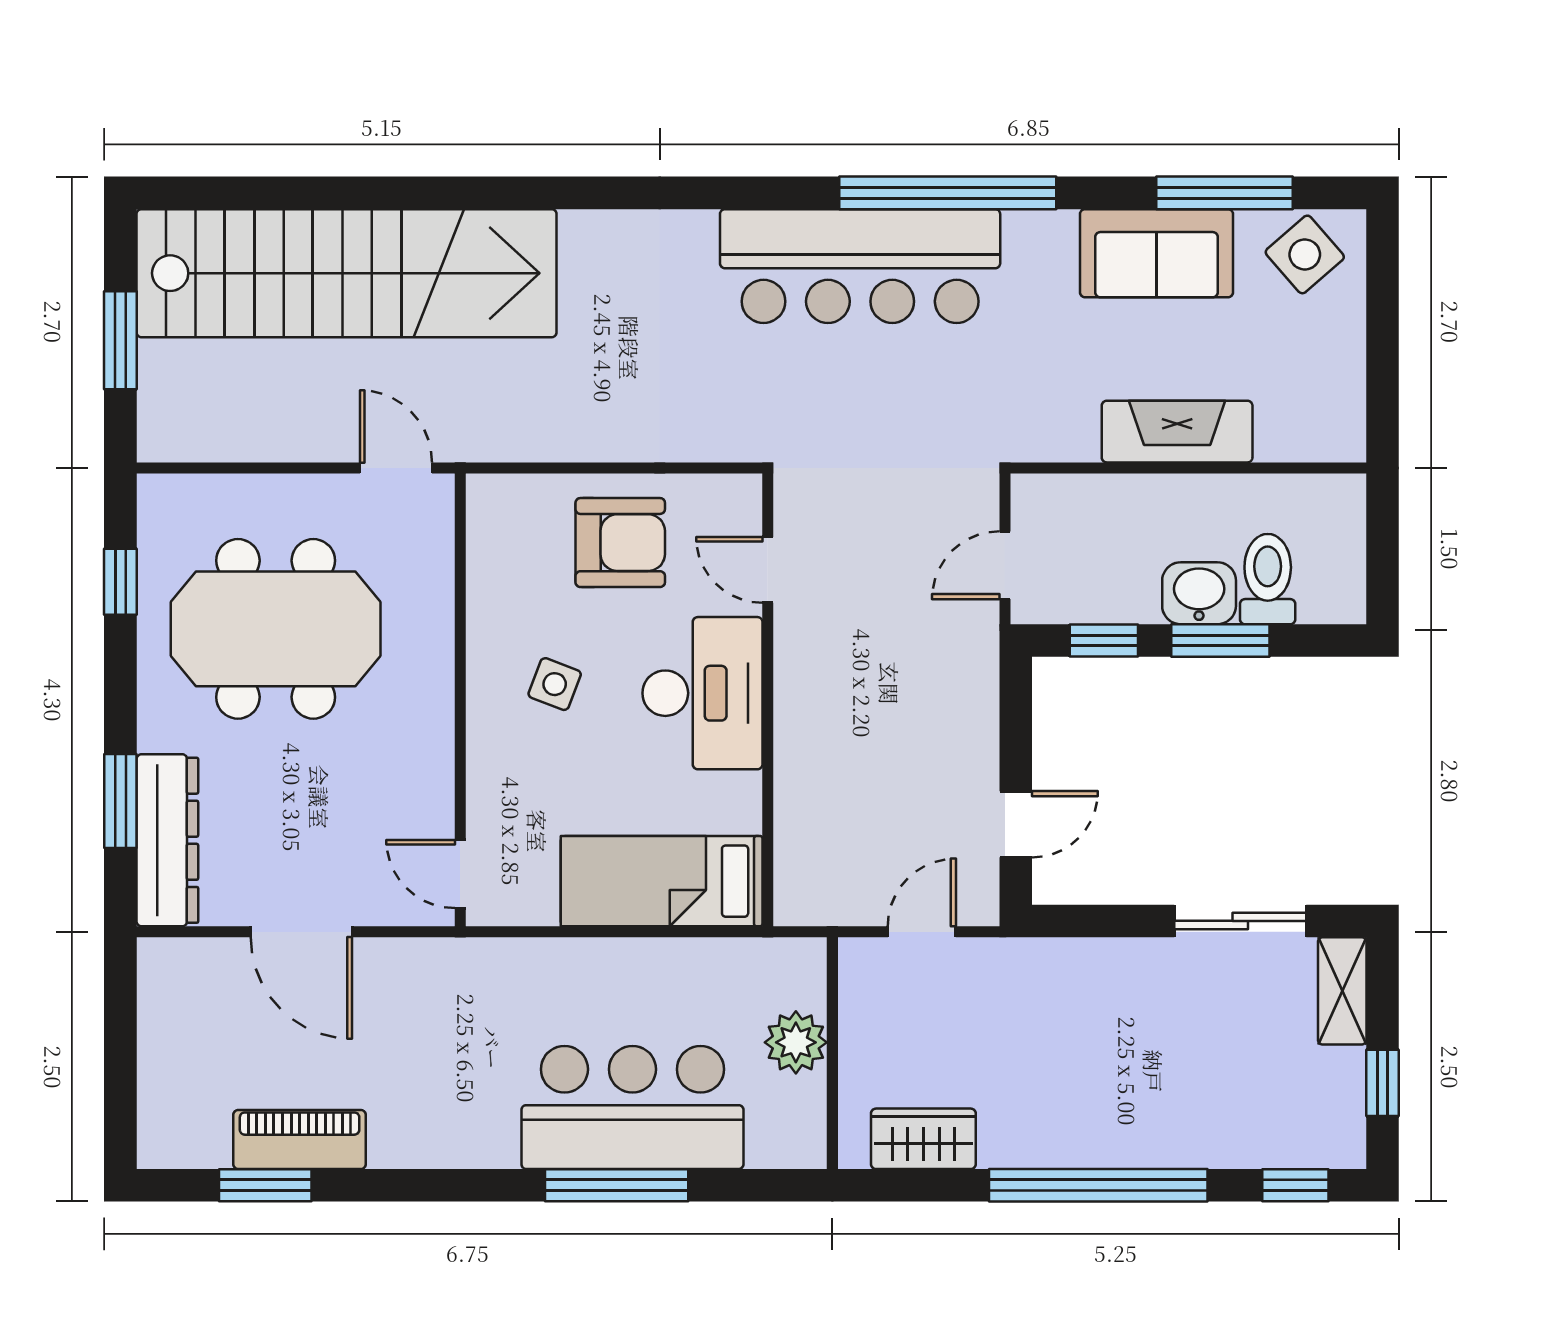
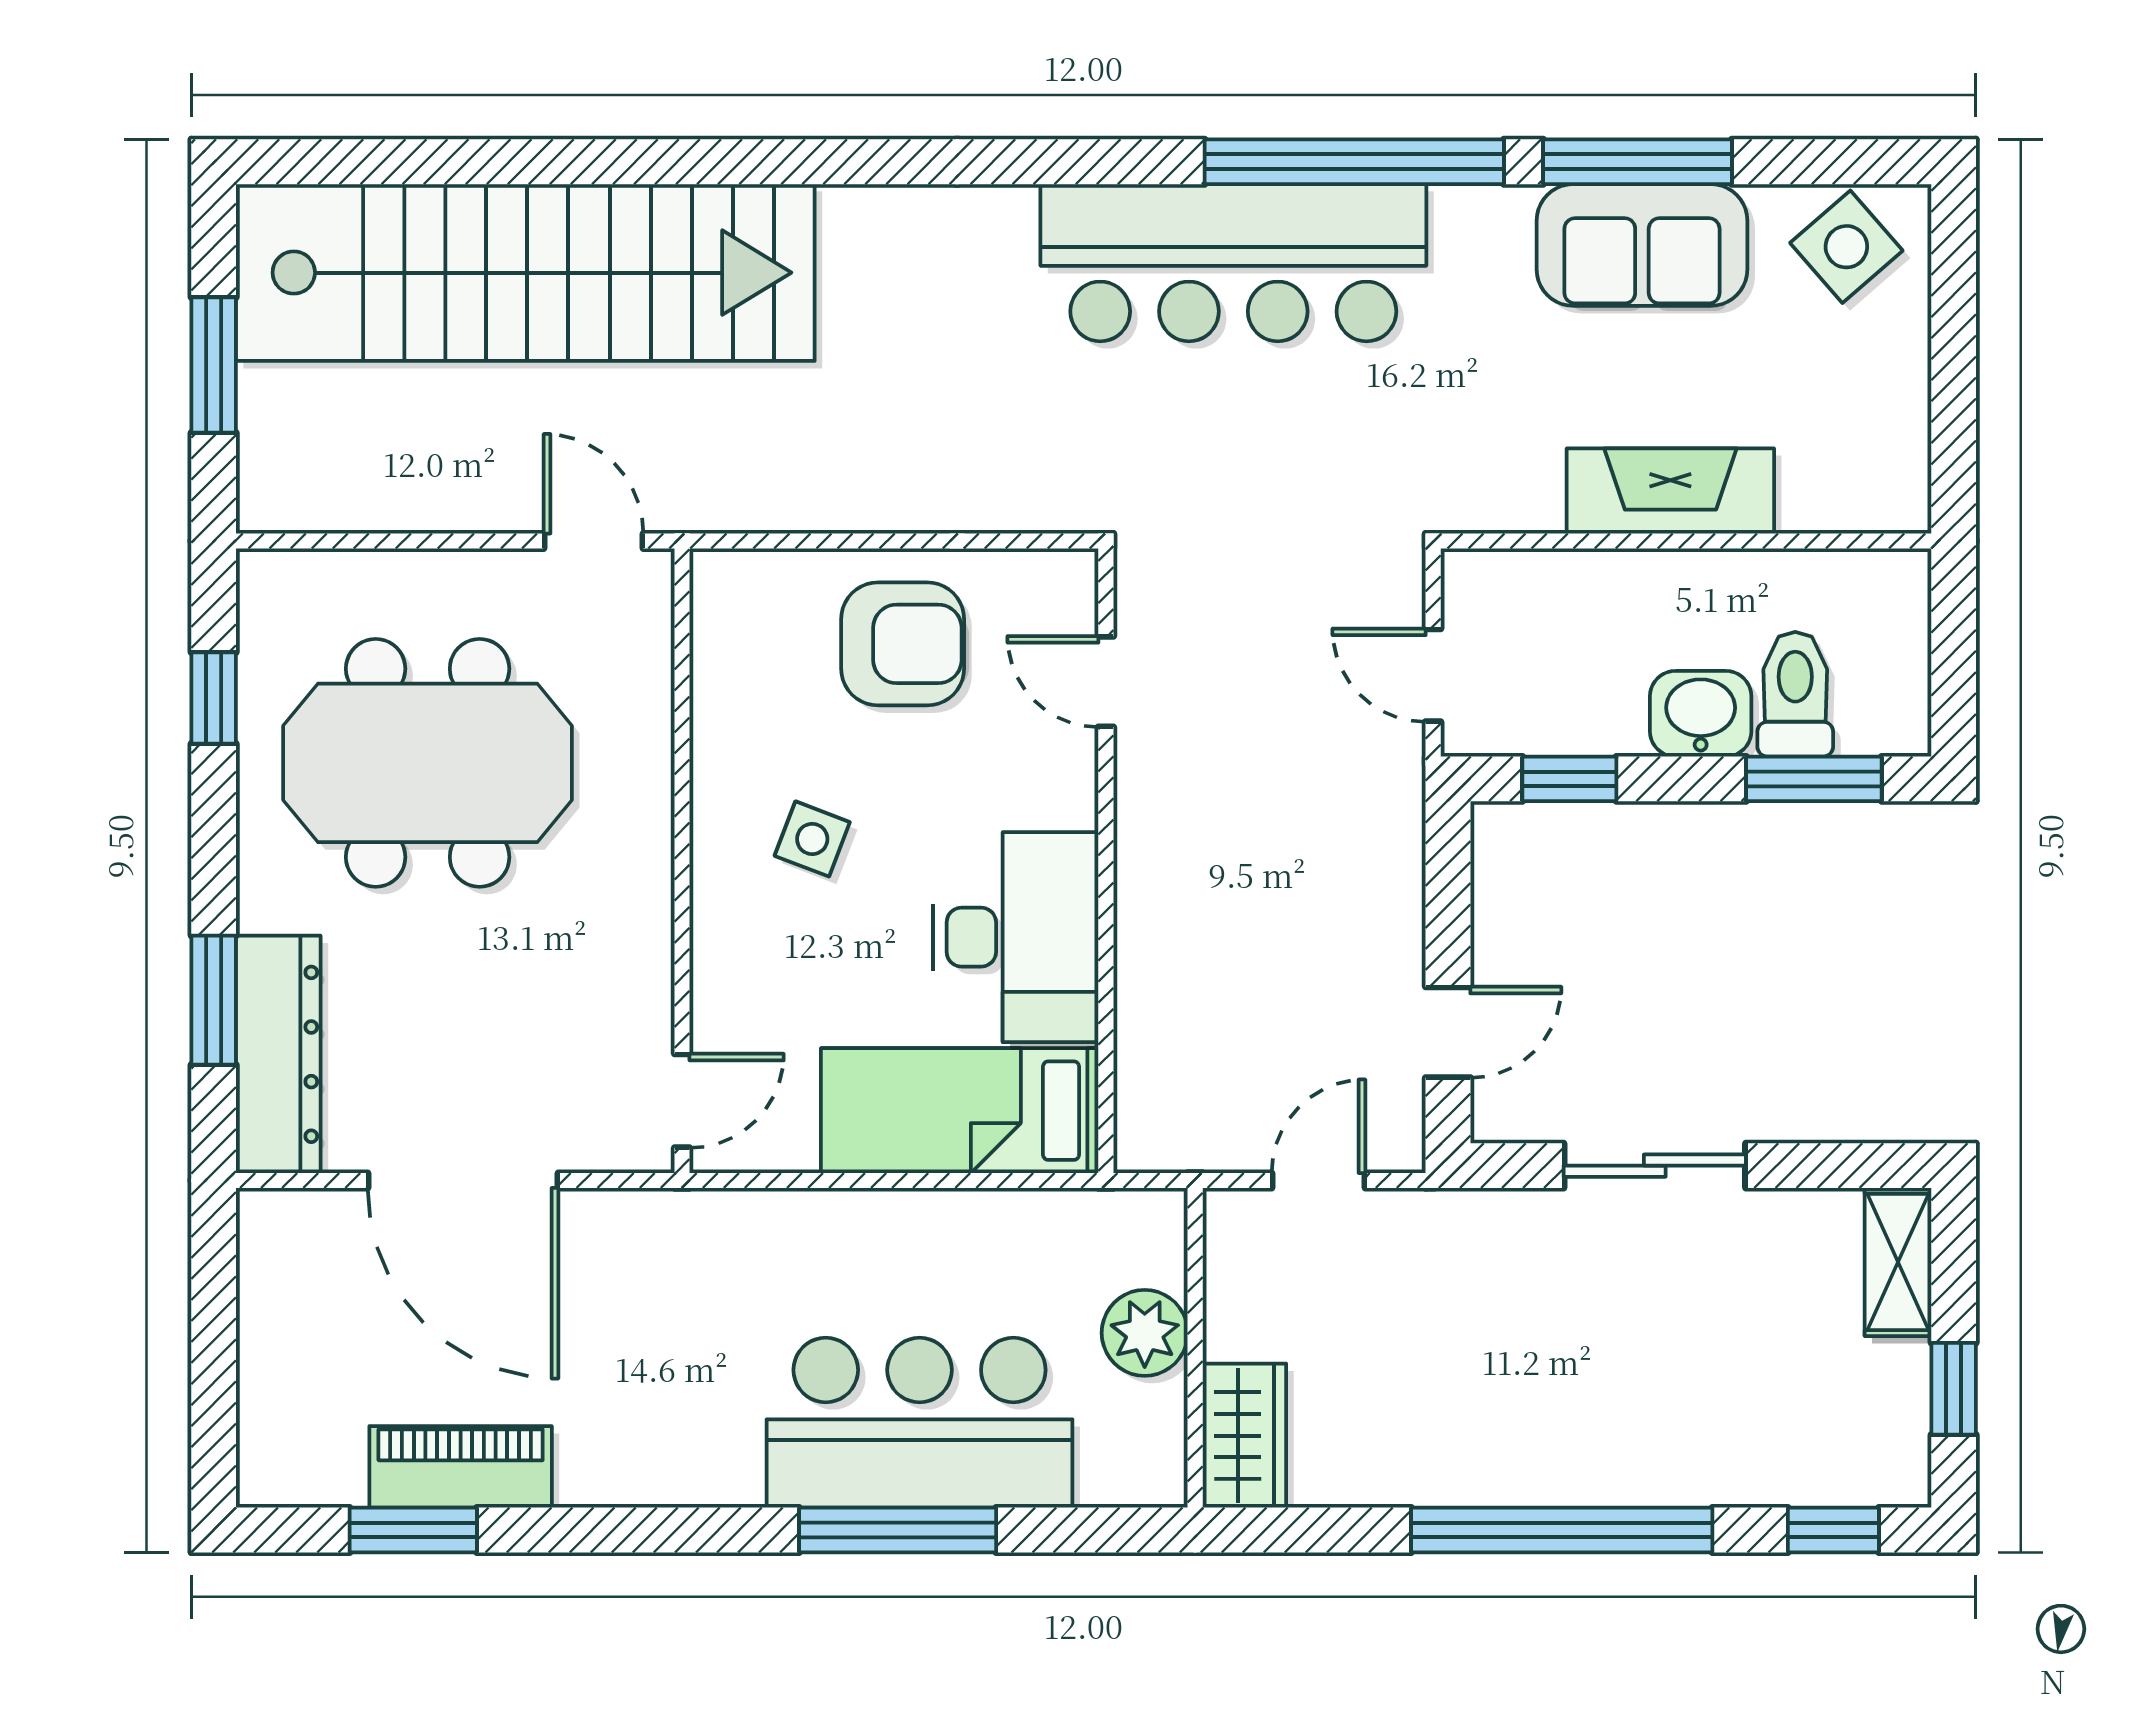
window: (1225, 193) -> (1637, 162), moved
door: (1005, 565) -> (1433, 675), hinge flipped
window: (1220, 641) -> (1814, 779), moved
desk: (702, 693) -> (1016, 937), moved
door: (460, 874) -> (682, 1101), swing flipped
sliding door: (1240, 921) -> (1655, 1166), moved
door: (301, 932) -> (463, 1180), width x1.36
wardrobe: (923, 1139) -> (1244, 1436), moved, turned 90

